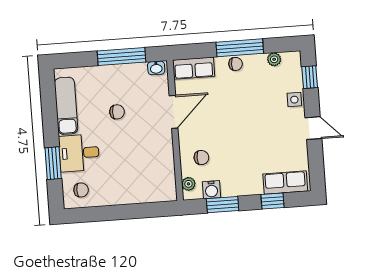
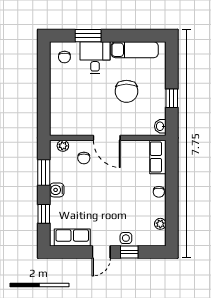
window: (240, 48) -> (172, 196), removed
window: (121, 57) -> (172, 98), width x0.46
window: (310, 77) -> (129, 252), moved
chair: (117, 112) -> (126, 91), width x1.87, depth x1.87
door: (174, 112) -> (107, 138), moved
row of seats: (285, 182) -> (72, 238), moved, turned -90
water cooler: (211, 190) -> (57, 190), moved

